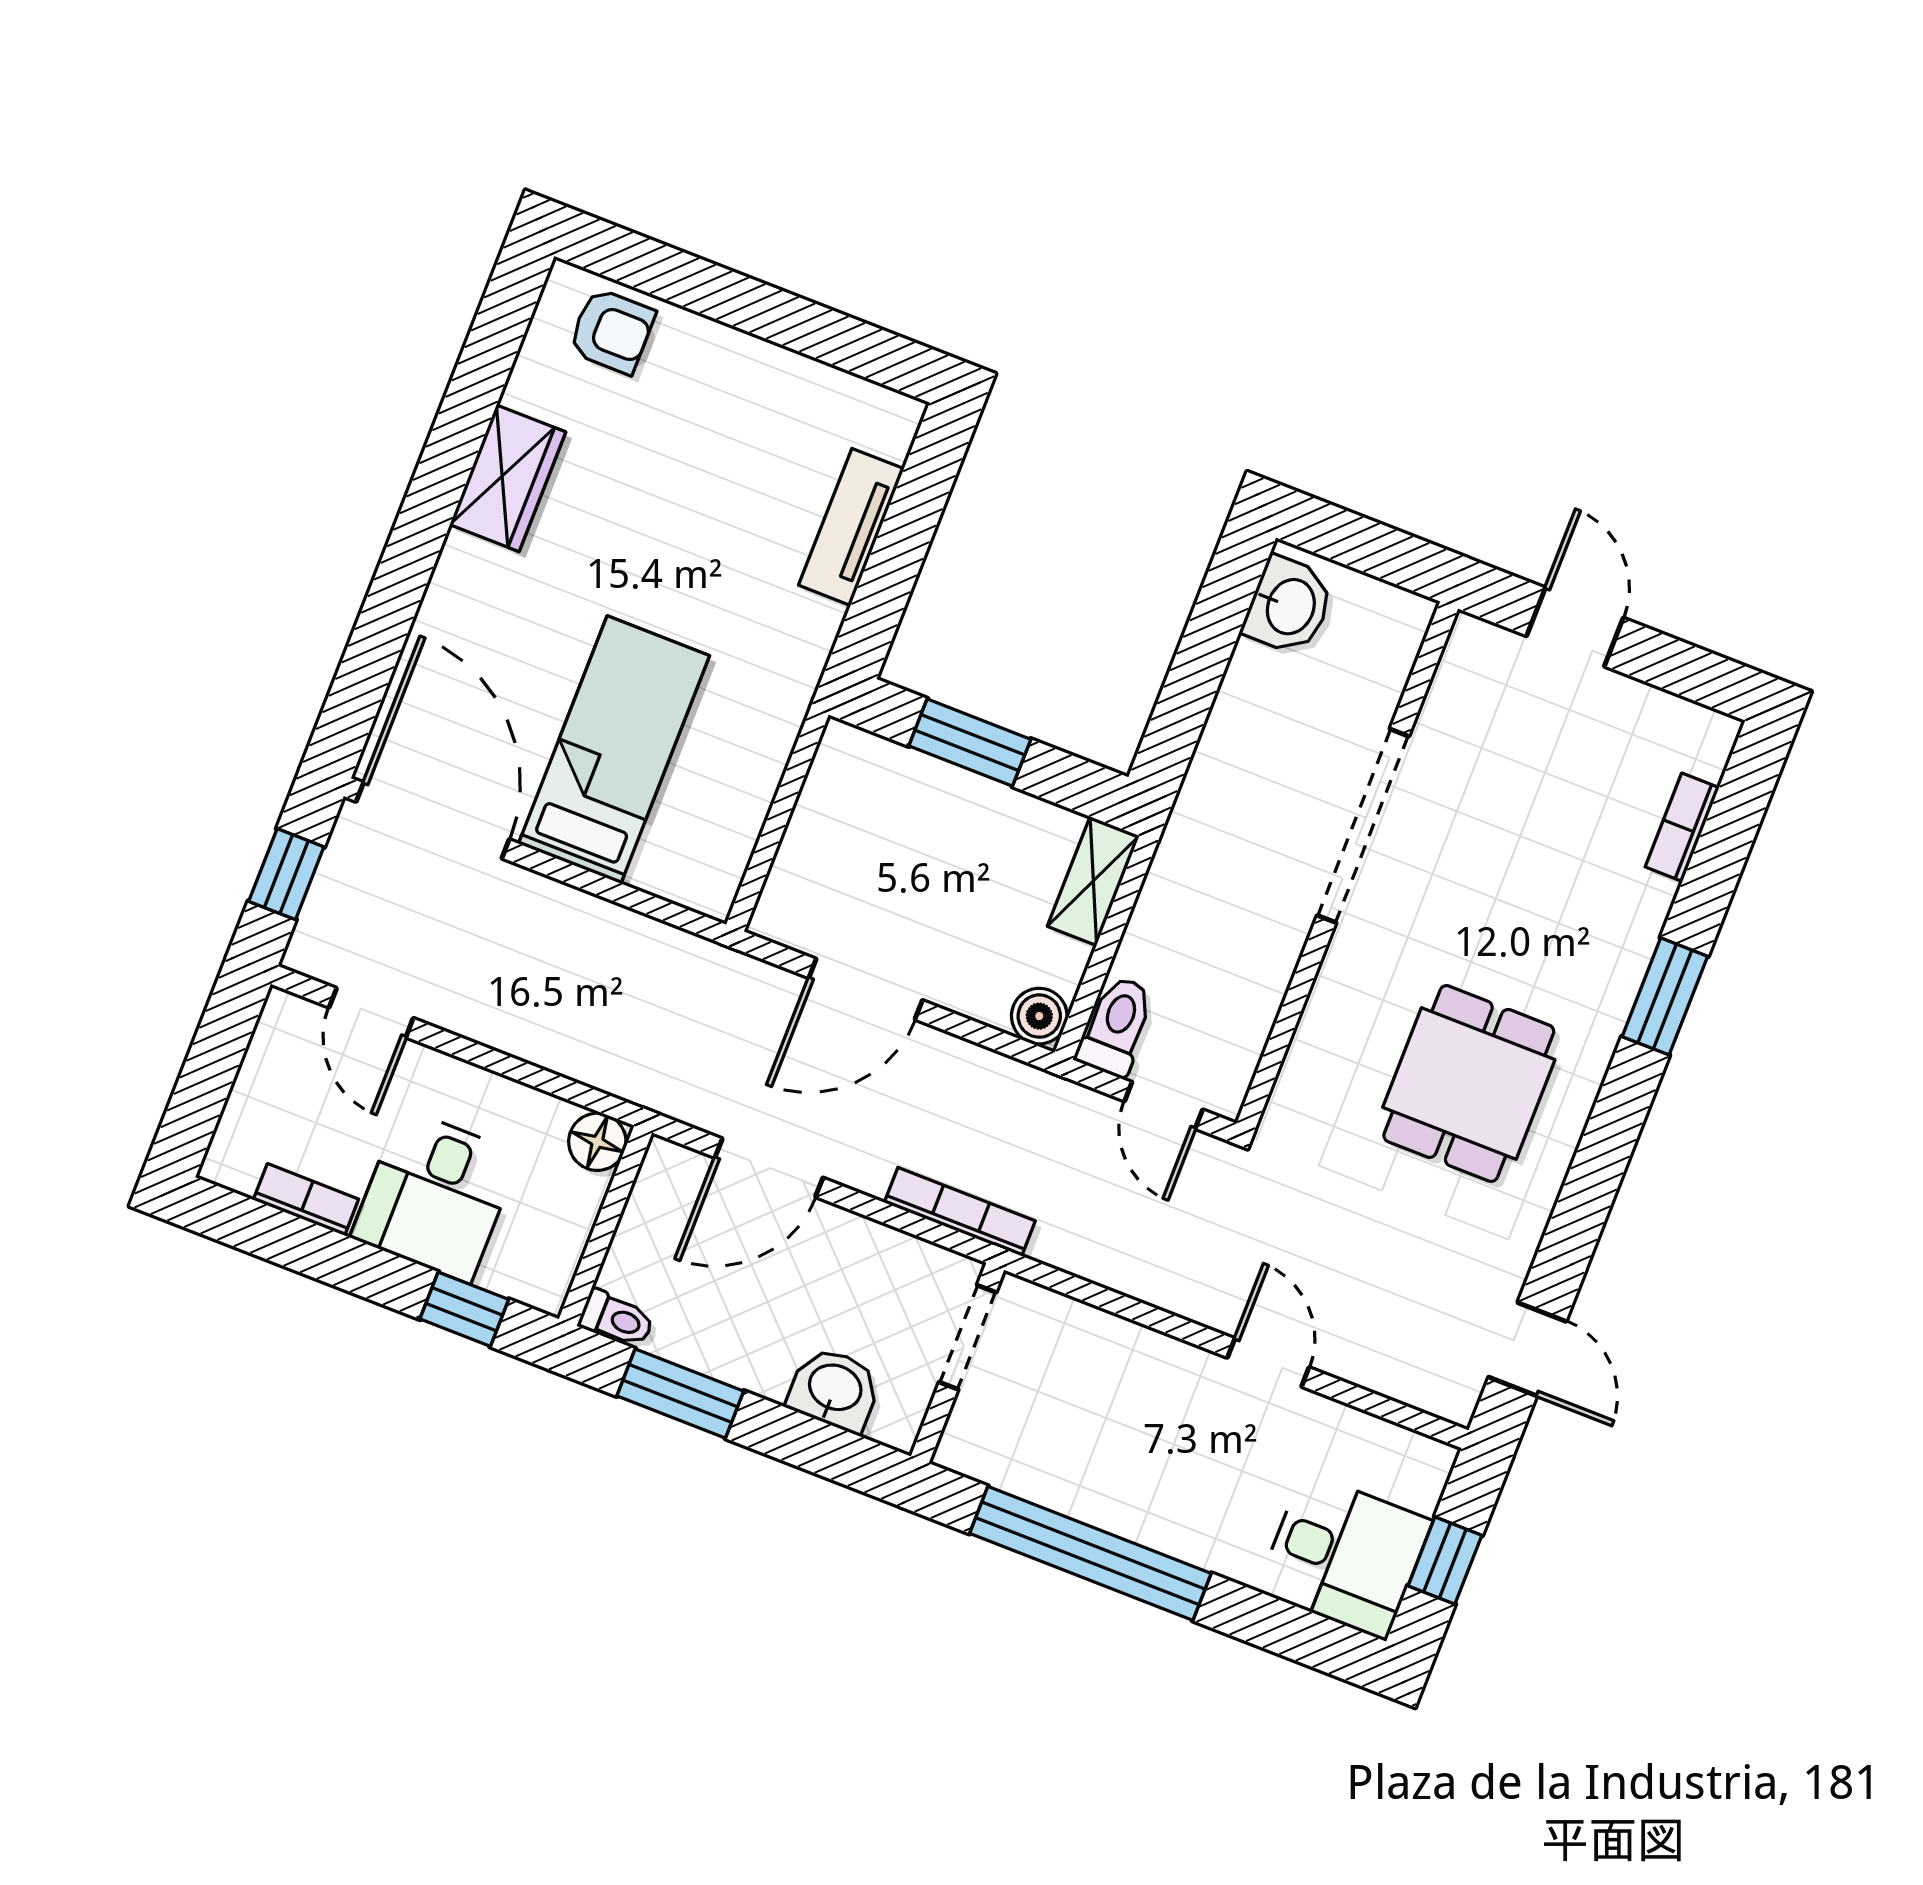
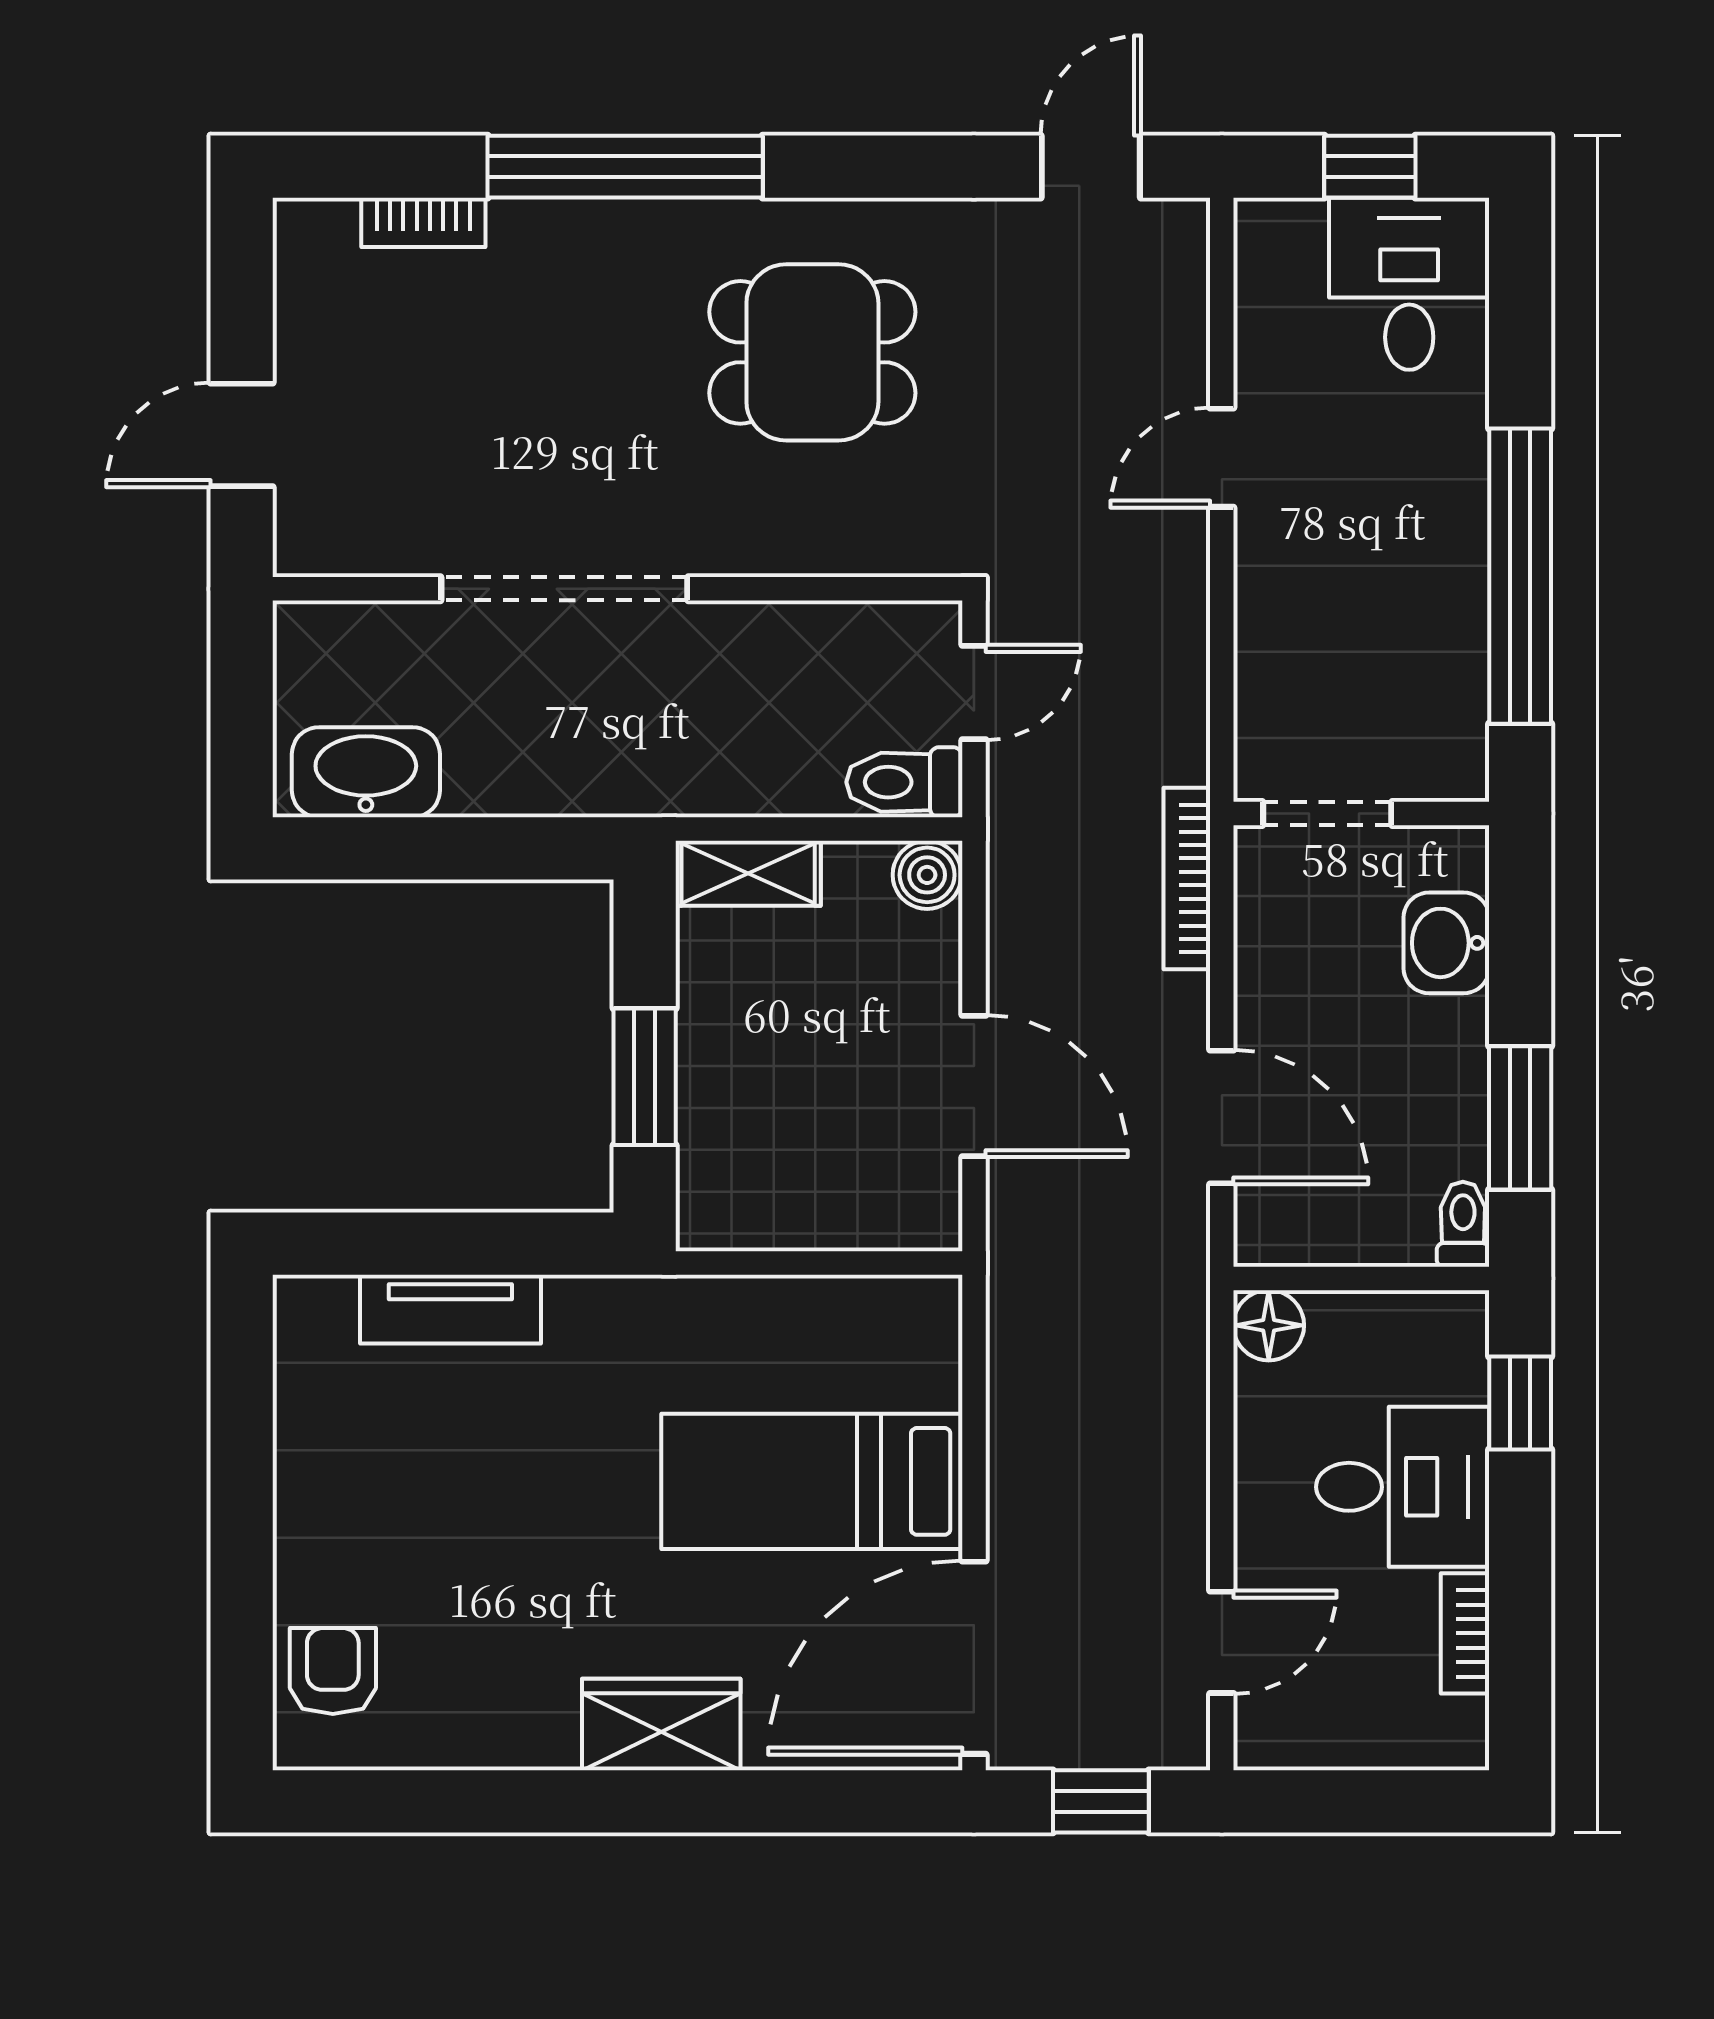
wardrobe: (508, 478) -> (661, 1725), moved
washbasin: (1289, 606) -> (366, 772), width x1.38
window: (1665, 996) -> (625, 167), width x2.11

